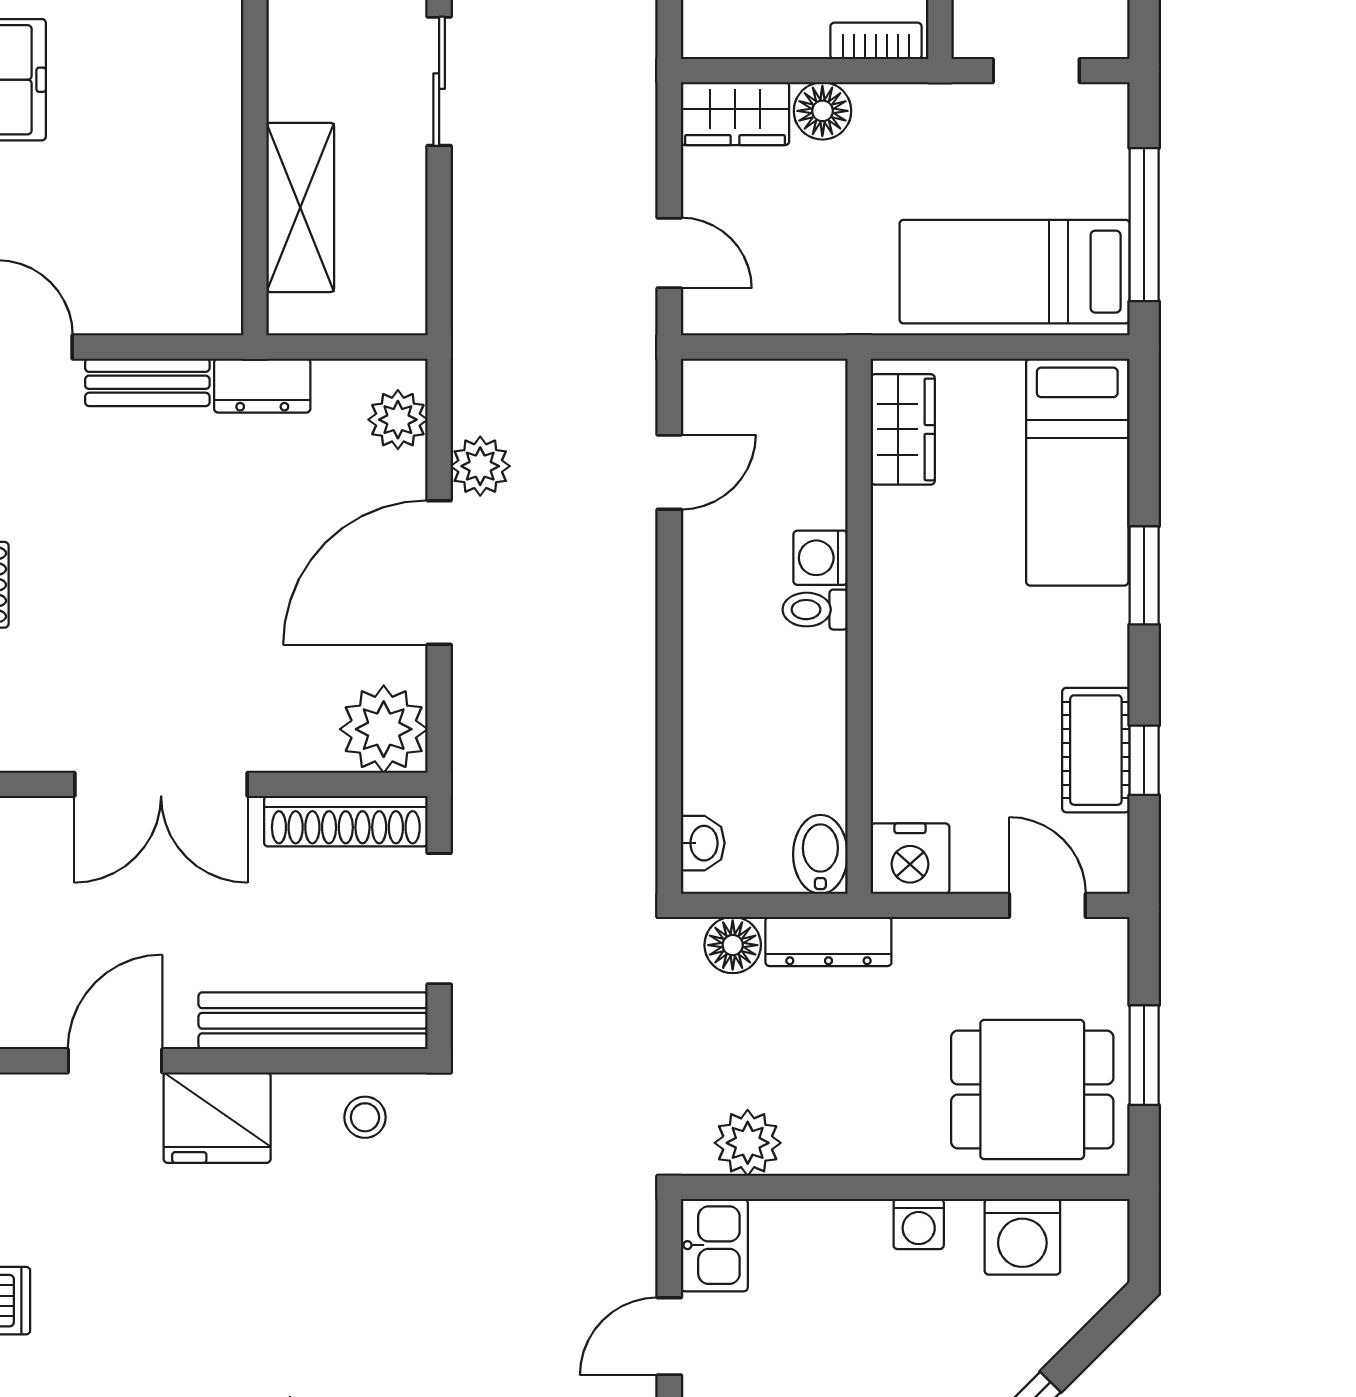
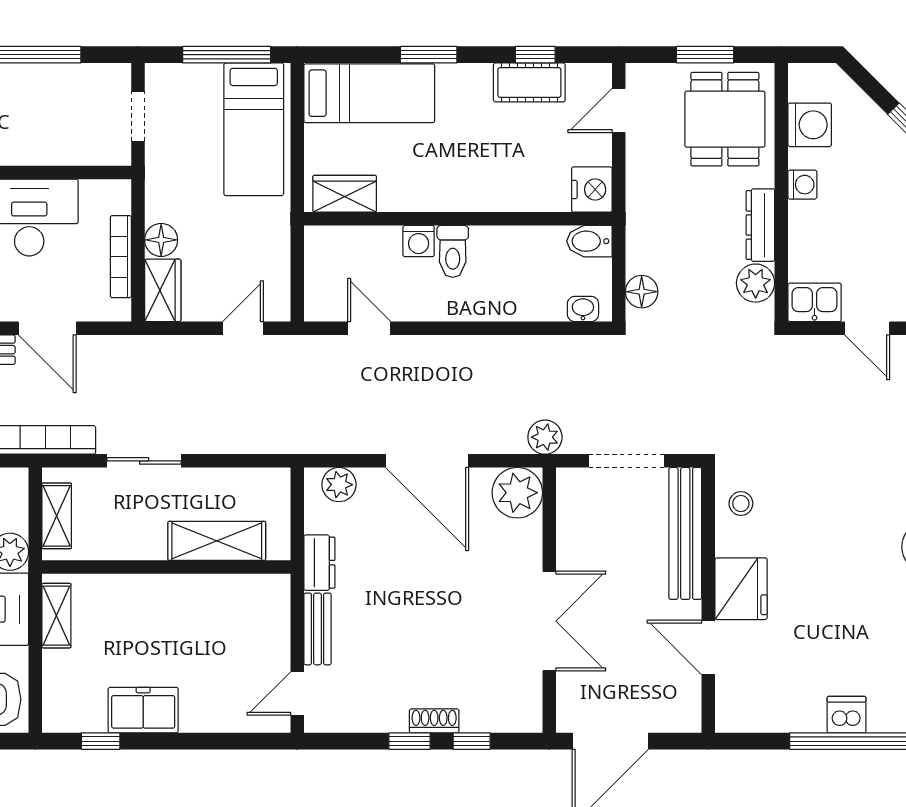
bookcase: (876, 41) -> (121, 257), moved, width x1.56
plant: (480, 466) -> (545, 437), moved
toilet: (815, 610) -> (453, 251), width x1.37, depth x1.39
shoe rack: (346, 821) -> (570, 515), removed
dresser: (828, 942) -> (760, 225), moved, turned 180

